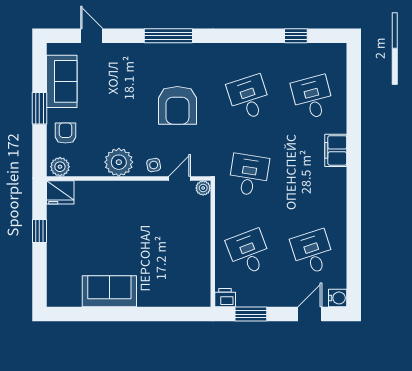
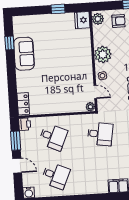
desk: (249, 252) -> (53, 137), turned 45
desk: (313, 252) -> (56, 176), turned 42
locker: (191, 298) -> (23, 104), added
window: (90, 314) -> (9, 43), added
door: (310, 314) -> (17, 166), moved

